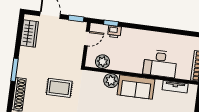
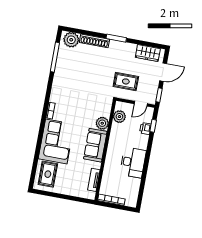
door: (87, 38) -> (141, 104), hinge flipped
desk: (160, 64) -> (133, 162), moved, turned 180
rug: (59, 88) -> (126, 81), moved, turned 90

